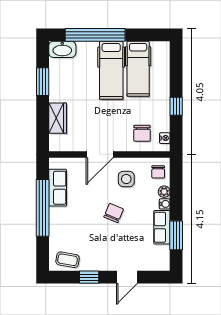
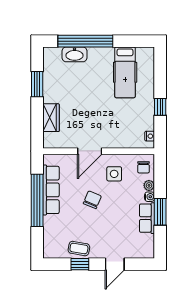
washbasin: (62, 49) -> (75, 54), moved
hospital bed: (111, 70) -> (100, 74), removed
chair: (142, 133) -> (129, 132), removed
row of seats: (58, 188) -> (51, 190), width x1.48
chair: (114, 213) -> (92, 200), moved
window: (176, 235) -> (160, 212), moved
coffee table: (68, 260) -> (79, 249), moved

